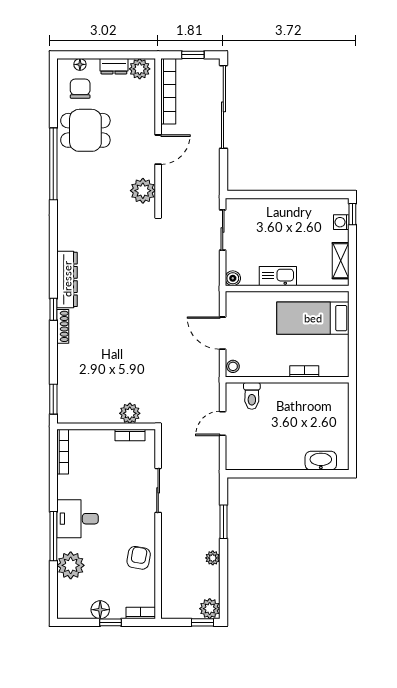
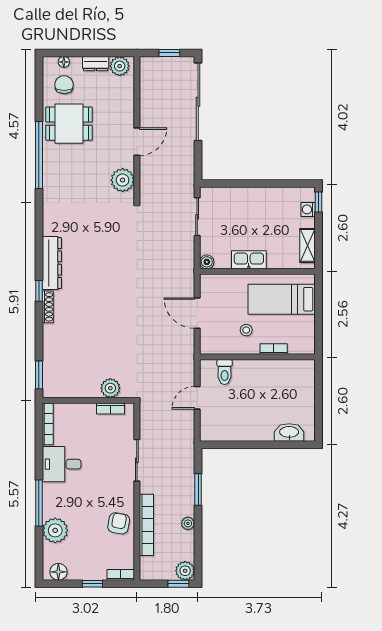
bookcase: (168, 91) -> (146, 525), moved
stool: (233, 366) -> (246, 330), moved
desk: (78, 519) -> (62, 464), moved
floor lamp: (100, 610) -> (58, 572), moved

